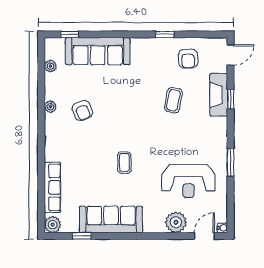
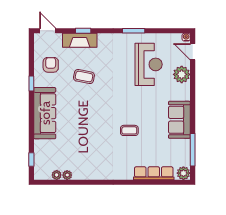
sofa: (98, 51) -> (45, 113), moved
armchair: (188, 59) -> (51, 65), turned -88
plant: (50, 107) -> (67, 175), moved
armchair: (82, 111) -> (92, 149), removed
coffee table: (124, 163) -> (129, 130), moved
sofa: (111, 219) -> (179, 120), width x0.73
window: (82, 236) -> (193, 150), width x2.17

